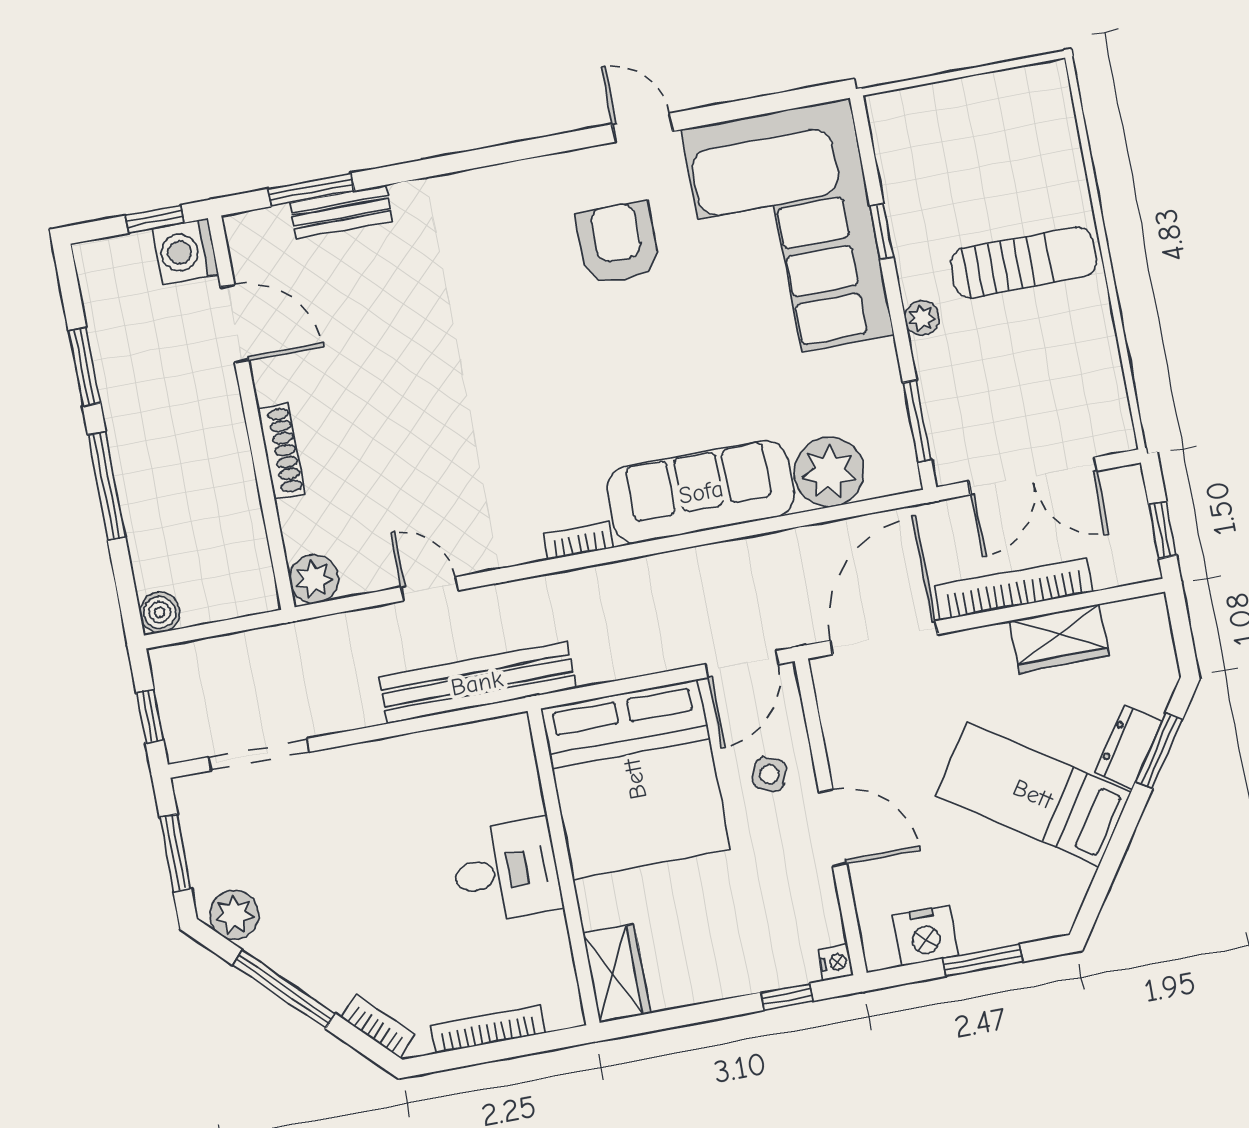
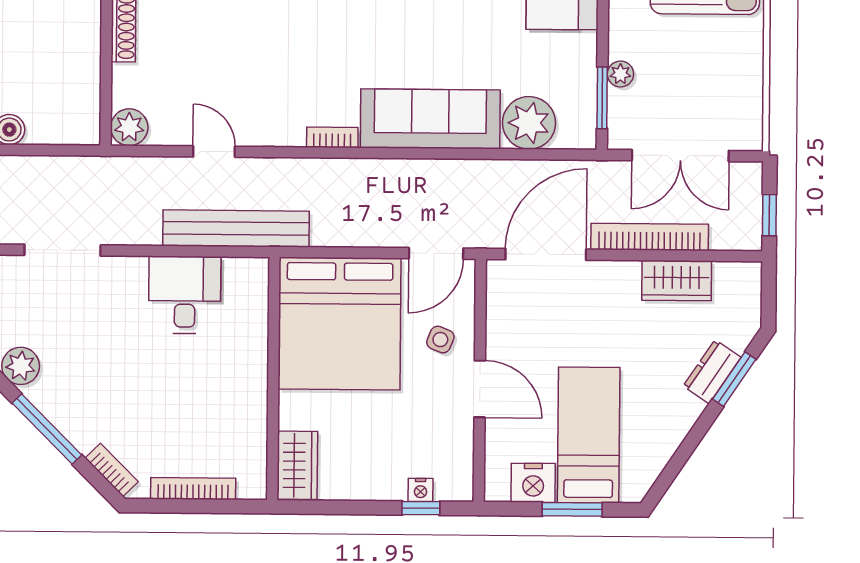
plant: (922, 318) -> (620, 74), moved
bed: (1033, 794) -> (589, 435), moved, turned 56
desk: (506, 871) -> (185, 295), moved, turned -90
nightstand: (836, 962) -> (421, 490), moved, turned 90

